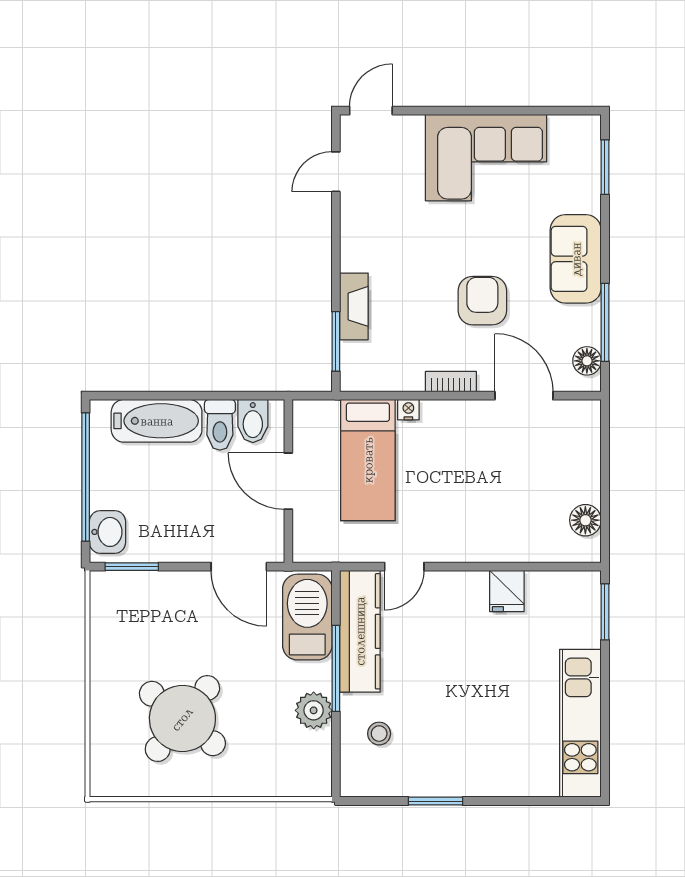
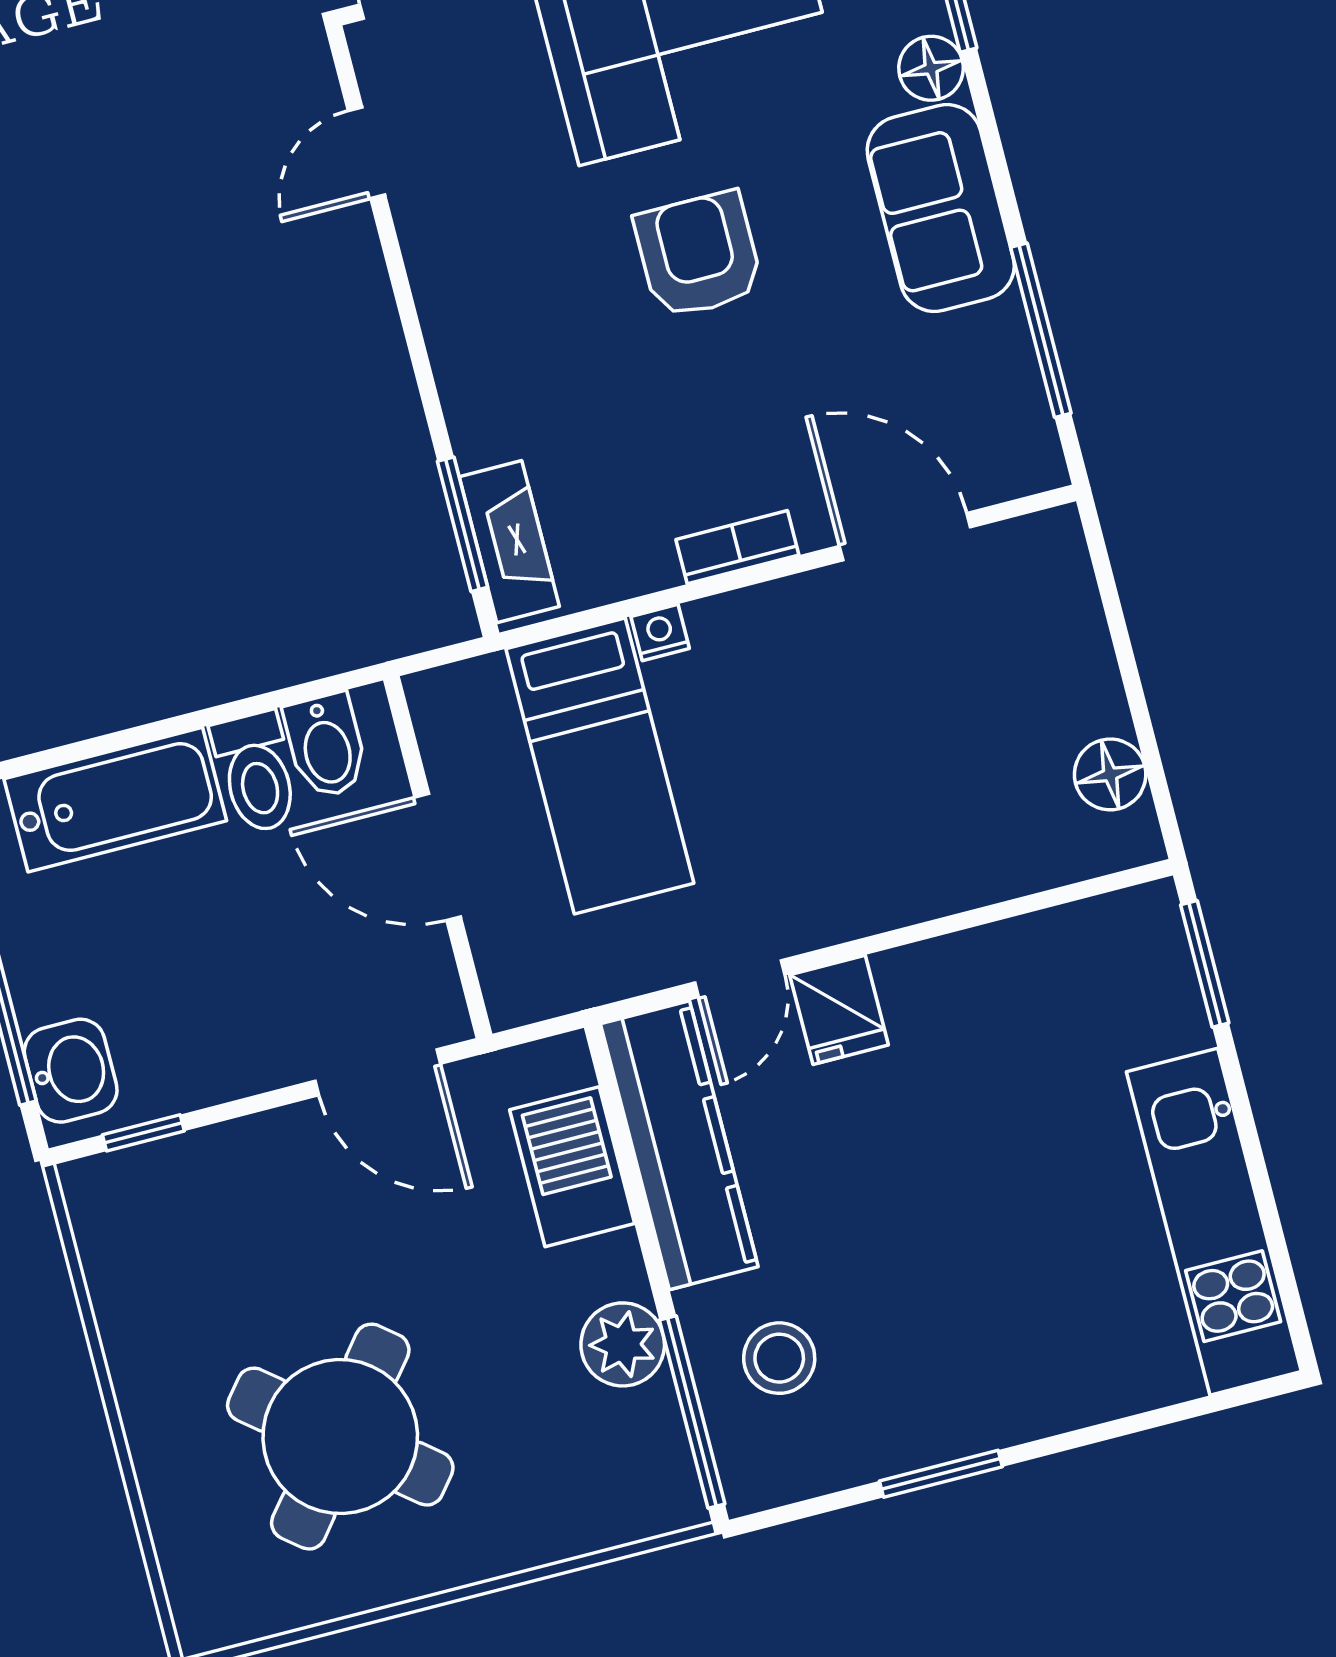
armchair: (482, 301) -> (698, 255), moved
fireplace: (354, 306) -> (509, 542), moved
floor lamp: (587, 361) -> (931, 68), moved
window: (132, 567) -> (143, 1133), width x0.67
fridge: (507, 591) -> (839, 1010), moved
barbecue: (307, 617) -> (572, 1167), width x0.73, depth x0.83
window: (336, 668) -> (692, 1412), moved
stool: (379, 734) -> (779, 1358), width x1.37, depth x1.37

